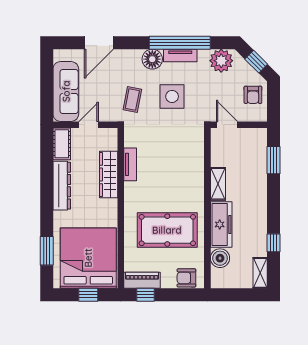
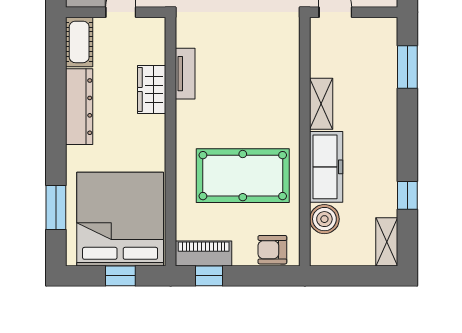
wardrobe: (109, 175) -> (152, 89), width x0.67

